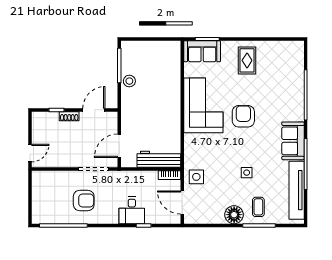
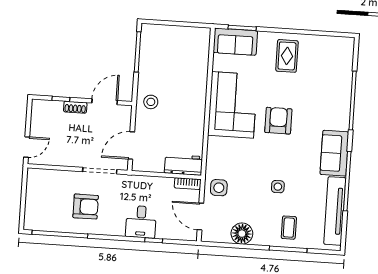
stool: (129, 81) -> (151, 102), moved
workbench: (159, 159) -> (183, 165), width x0.73
floor lamp: (234, 215) -> (242, 234), moved

